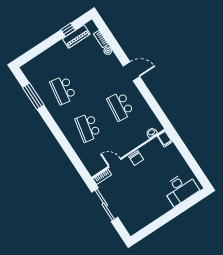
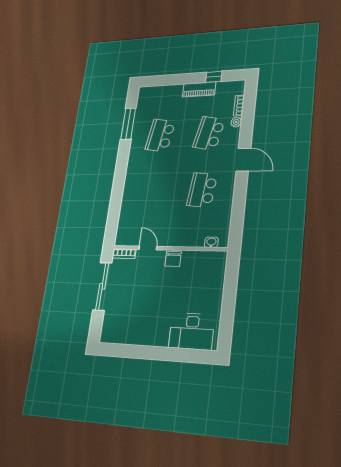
piano: (76, 36) -> (199, 89), moved
school desk: (88, 127) -> (209, 133), moved
filing cabinet: (165, 139) -> (220, 260), removed

